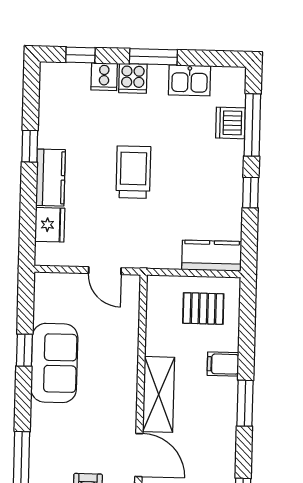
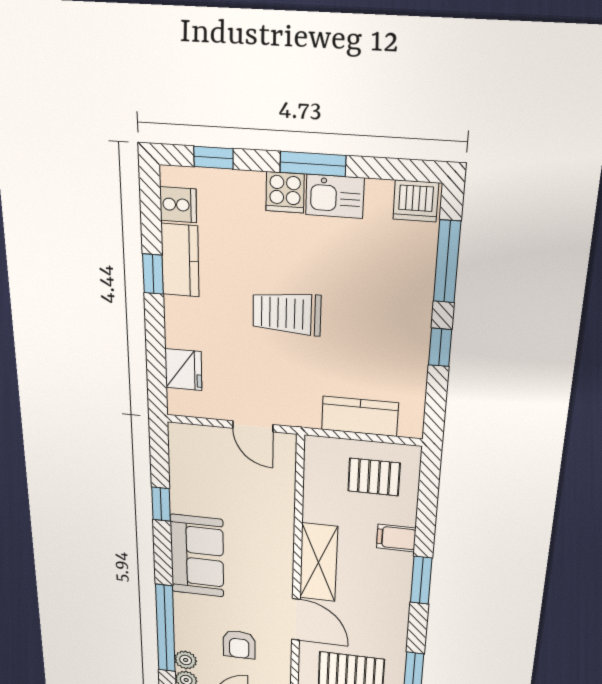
cooker: (104, 77) -> (178, 205), moved, turned -90
kitchen sink: (190, 80) -> (335, 196), moved
dishwasher: (230, 123) -> (416, 201), moved, turned -90
trolley: (133, 172) -> (287, 313), turned -90
kitchen counter: (50, 178) -> (180, 260), moved
kitchen counter: (212, 256) -> (360, 416), moved
sofa: (54, 363) -> (197, 556), moved

